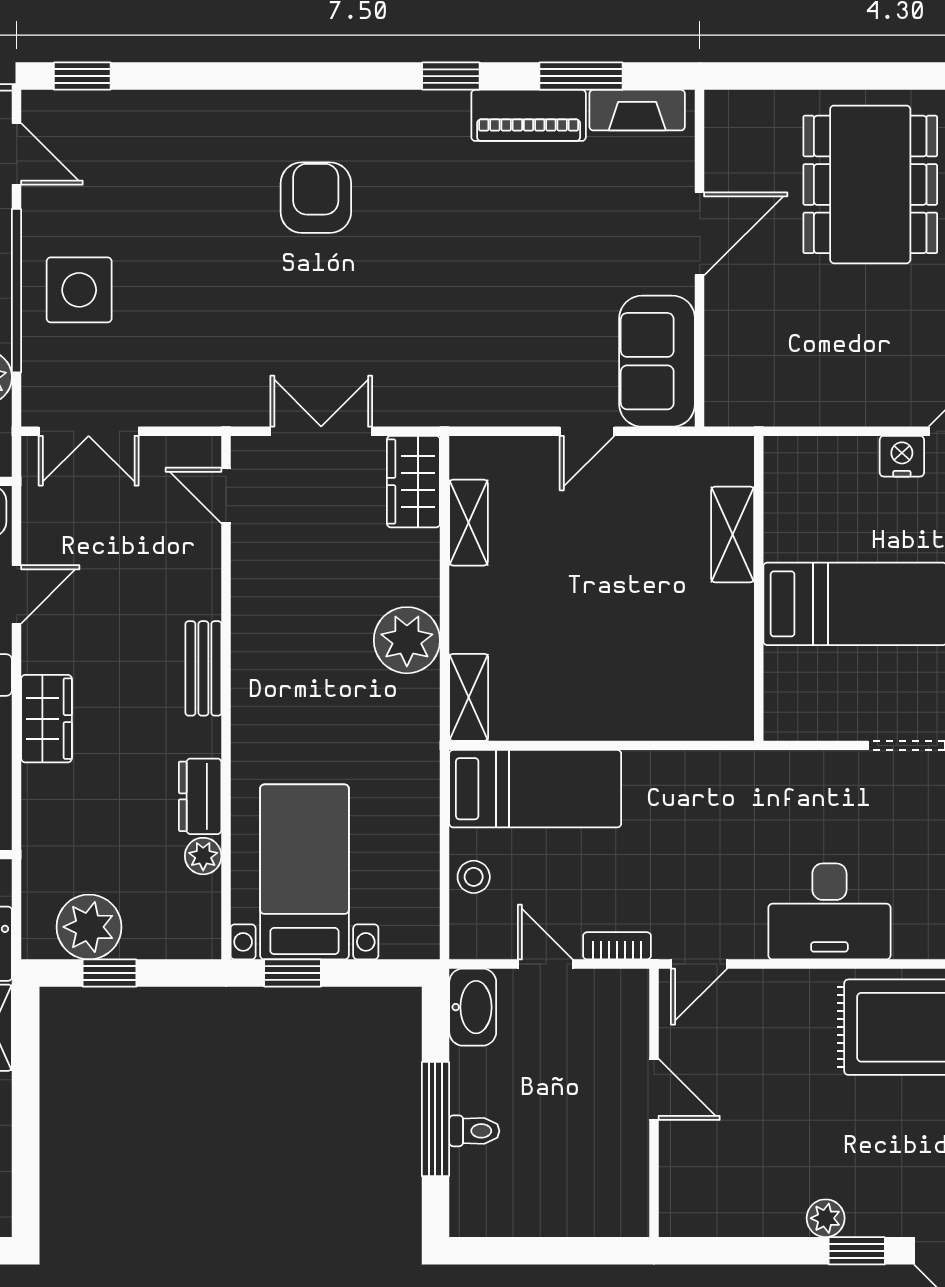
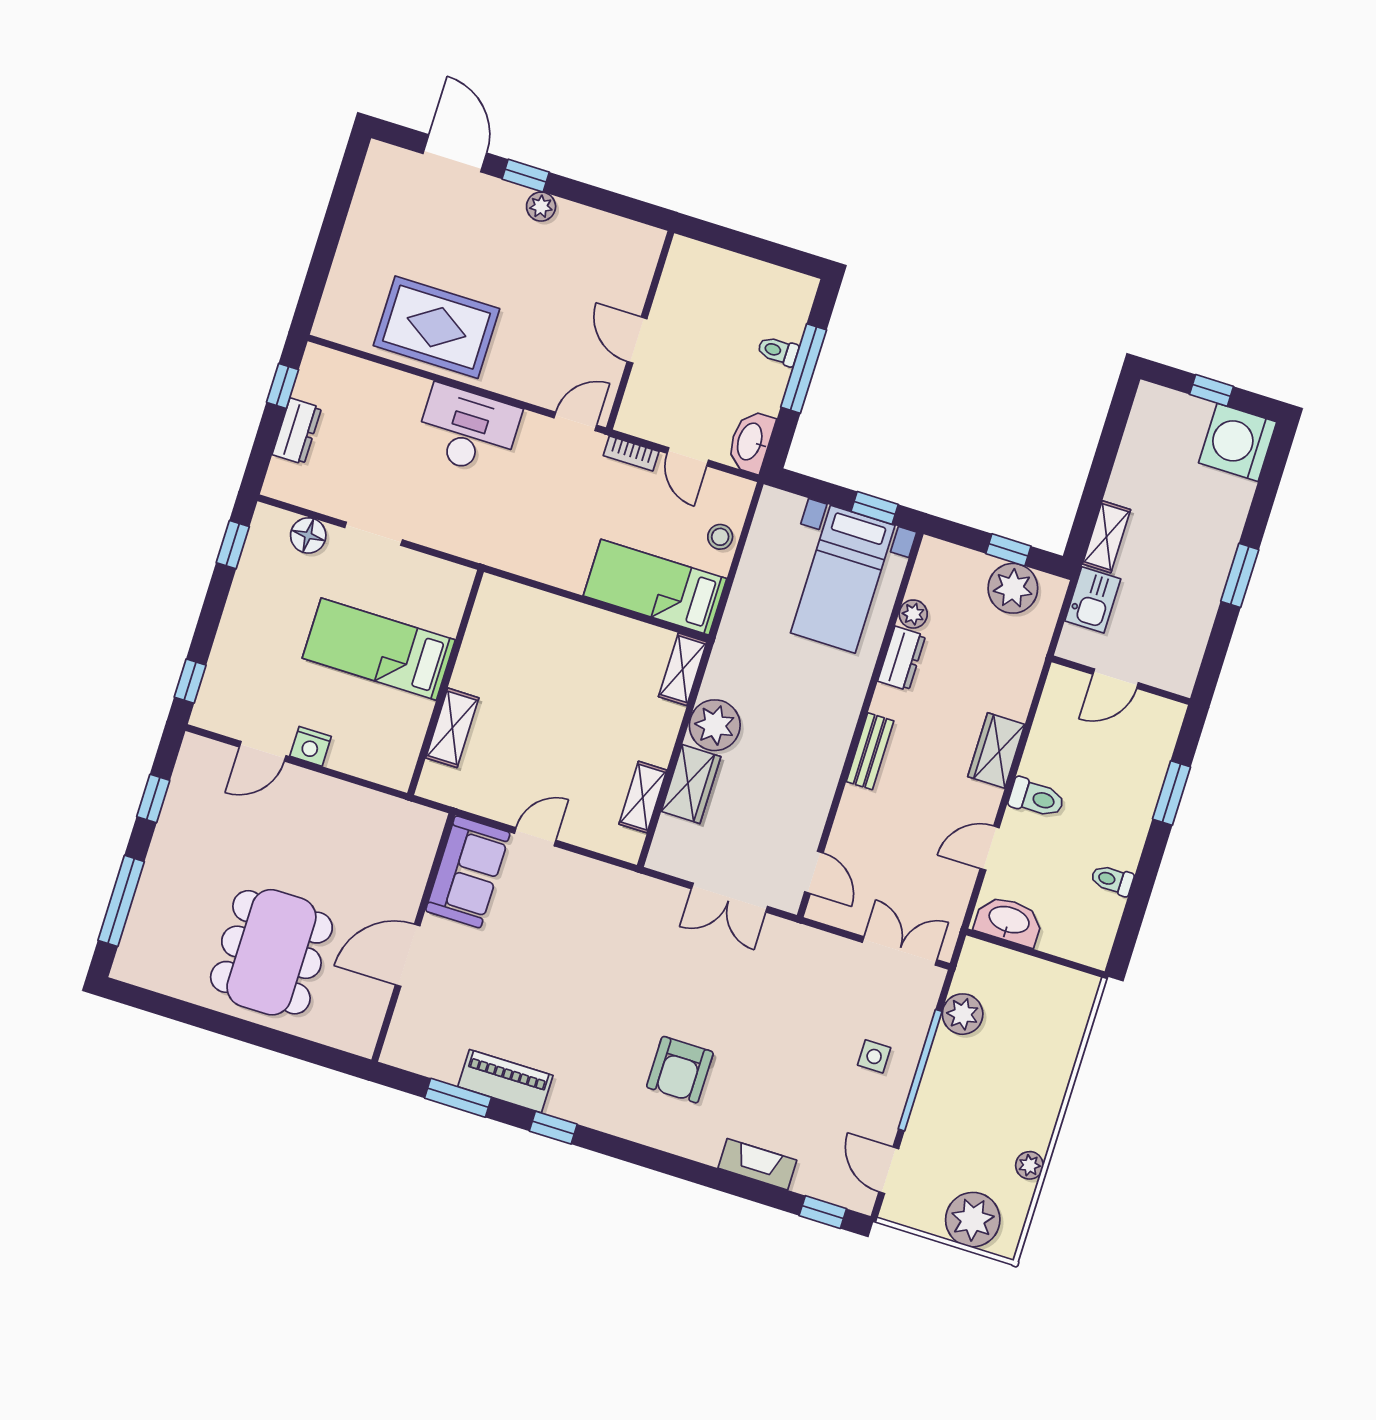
fireplace: (637, 110) -> (757, 1164), moved
side table: (79, 290) -> (874, 1056), width x0.54, depth x0.54
wardrobe: (413, 482) -> (691, 784), moved

